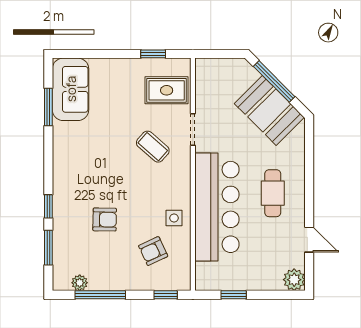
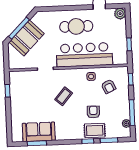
sofa: (71, 89) -> (39, 132), moved
rug: (167, 90) -> (95, 131), moved, turned 90
booth: (269, 110) -> (27, 38), moved
coffee table: (153, 147) -> (64, 96), moved
cafe table: (273, 193) -> (76, 26), width x1.37, depth x1.35

